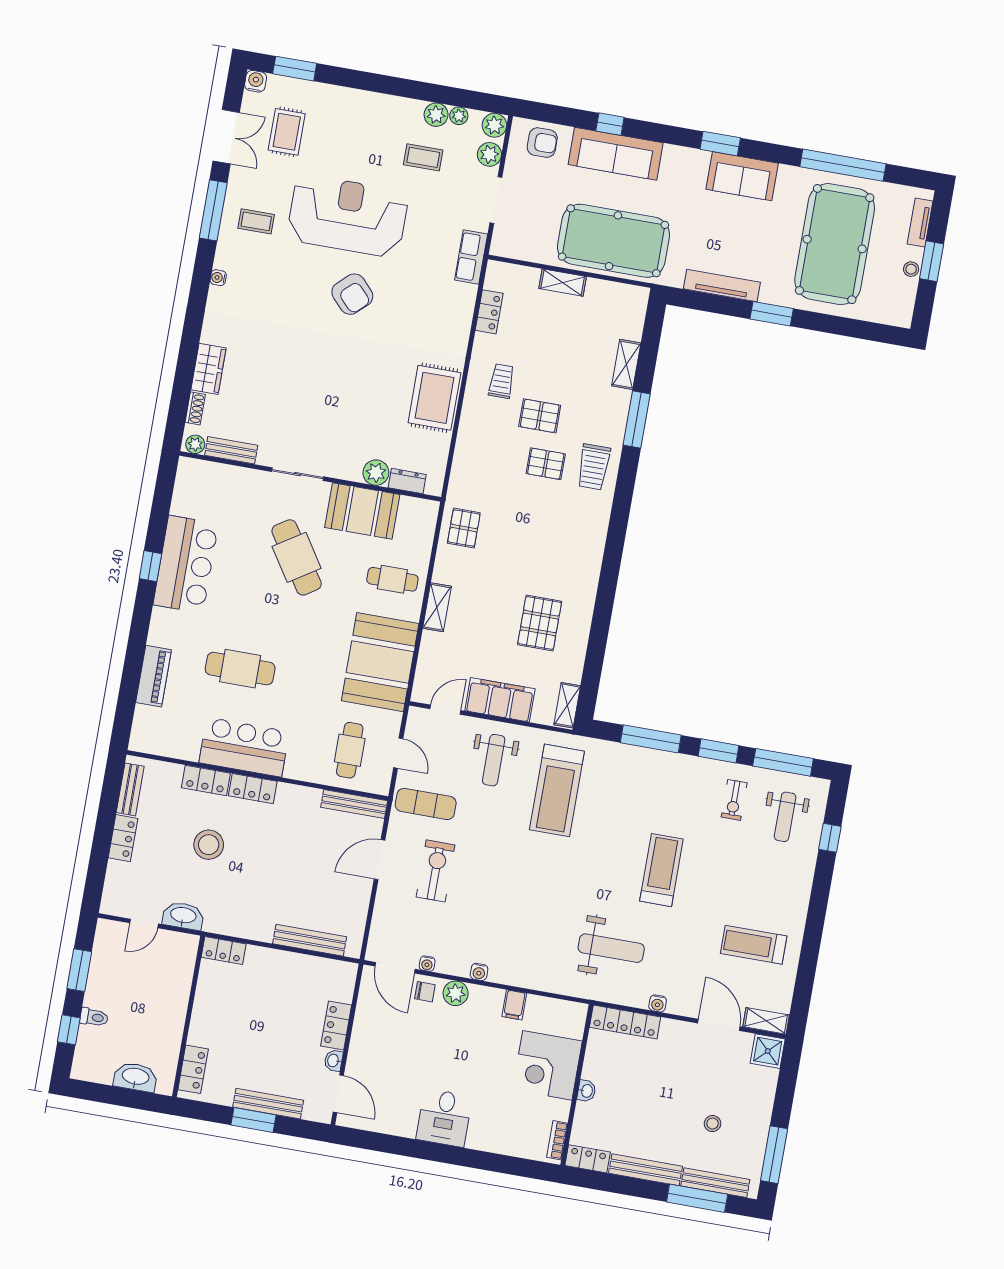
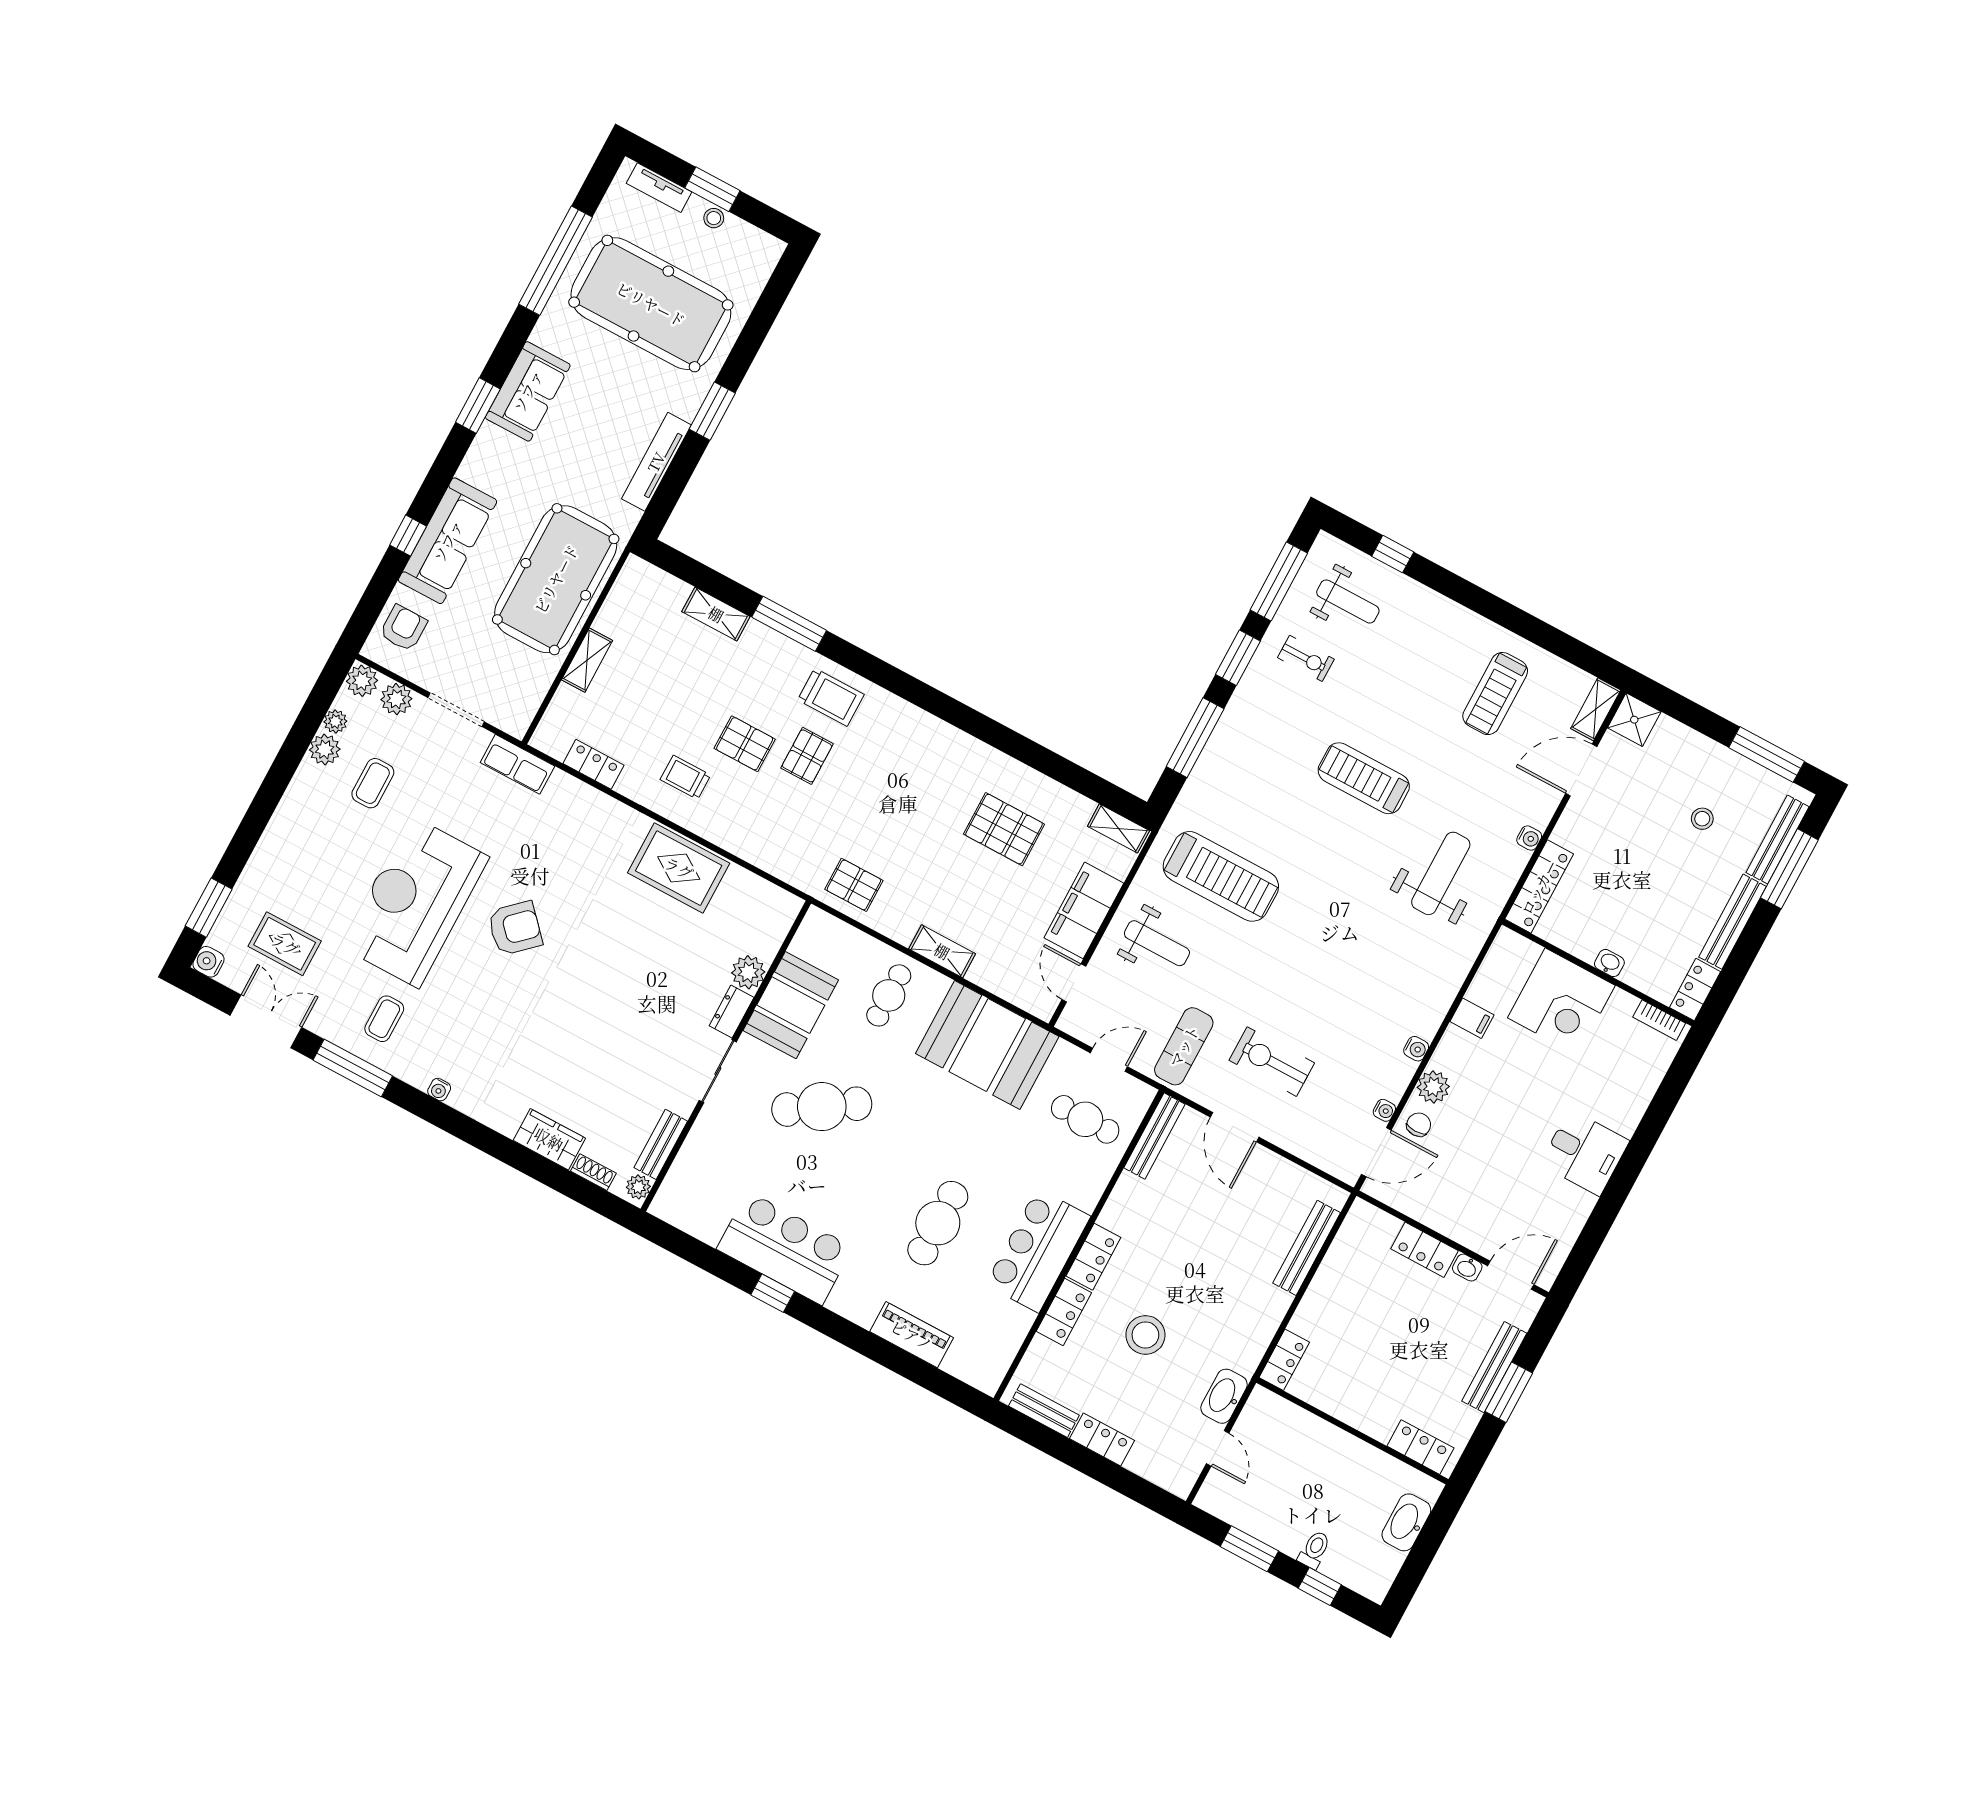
pallet: (540, 416) -> (745, 744), turned 90
dresser: (407, 481) -> (732, 1012), moved

